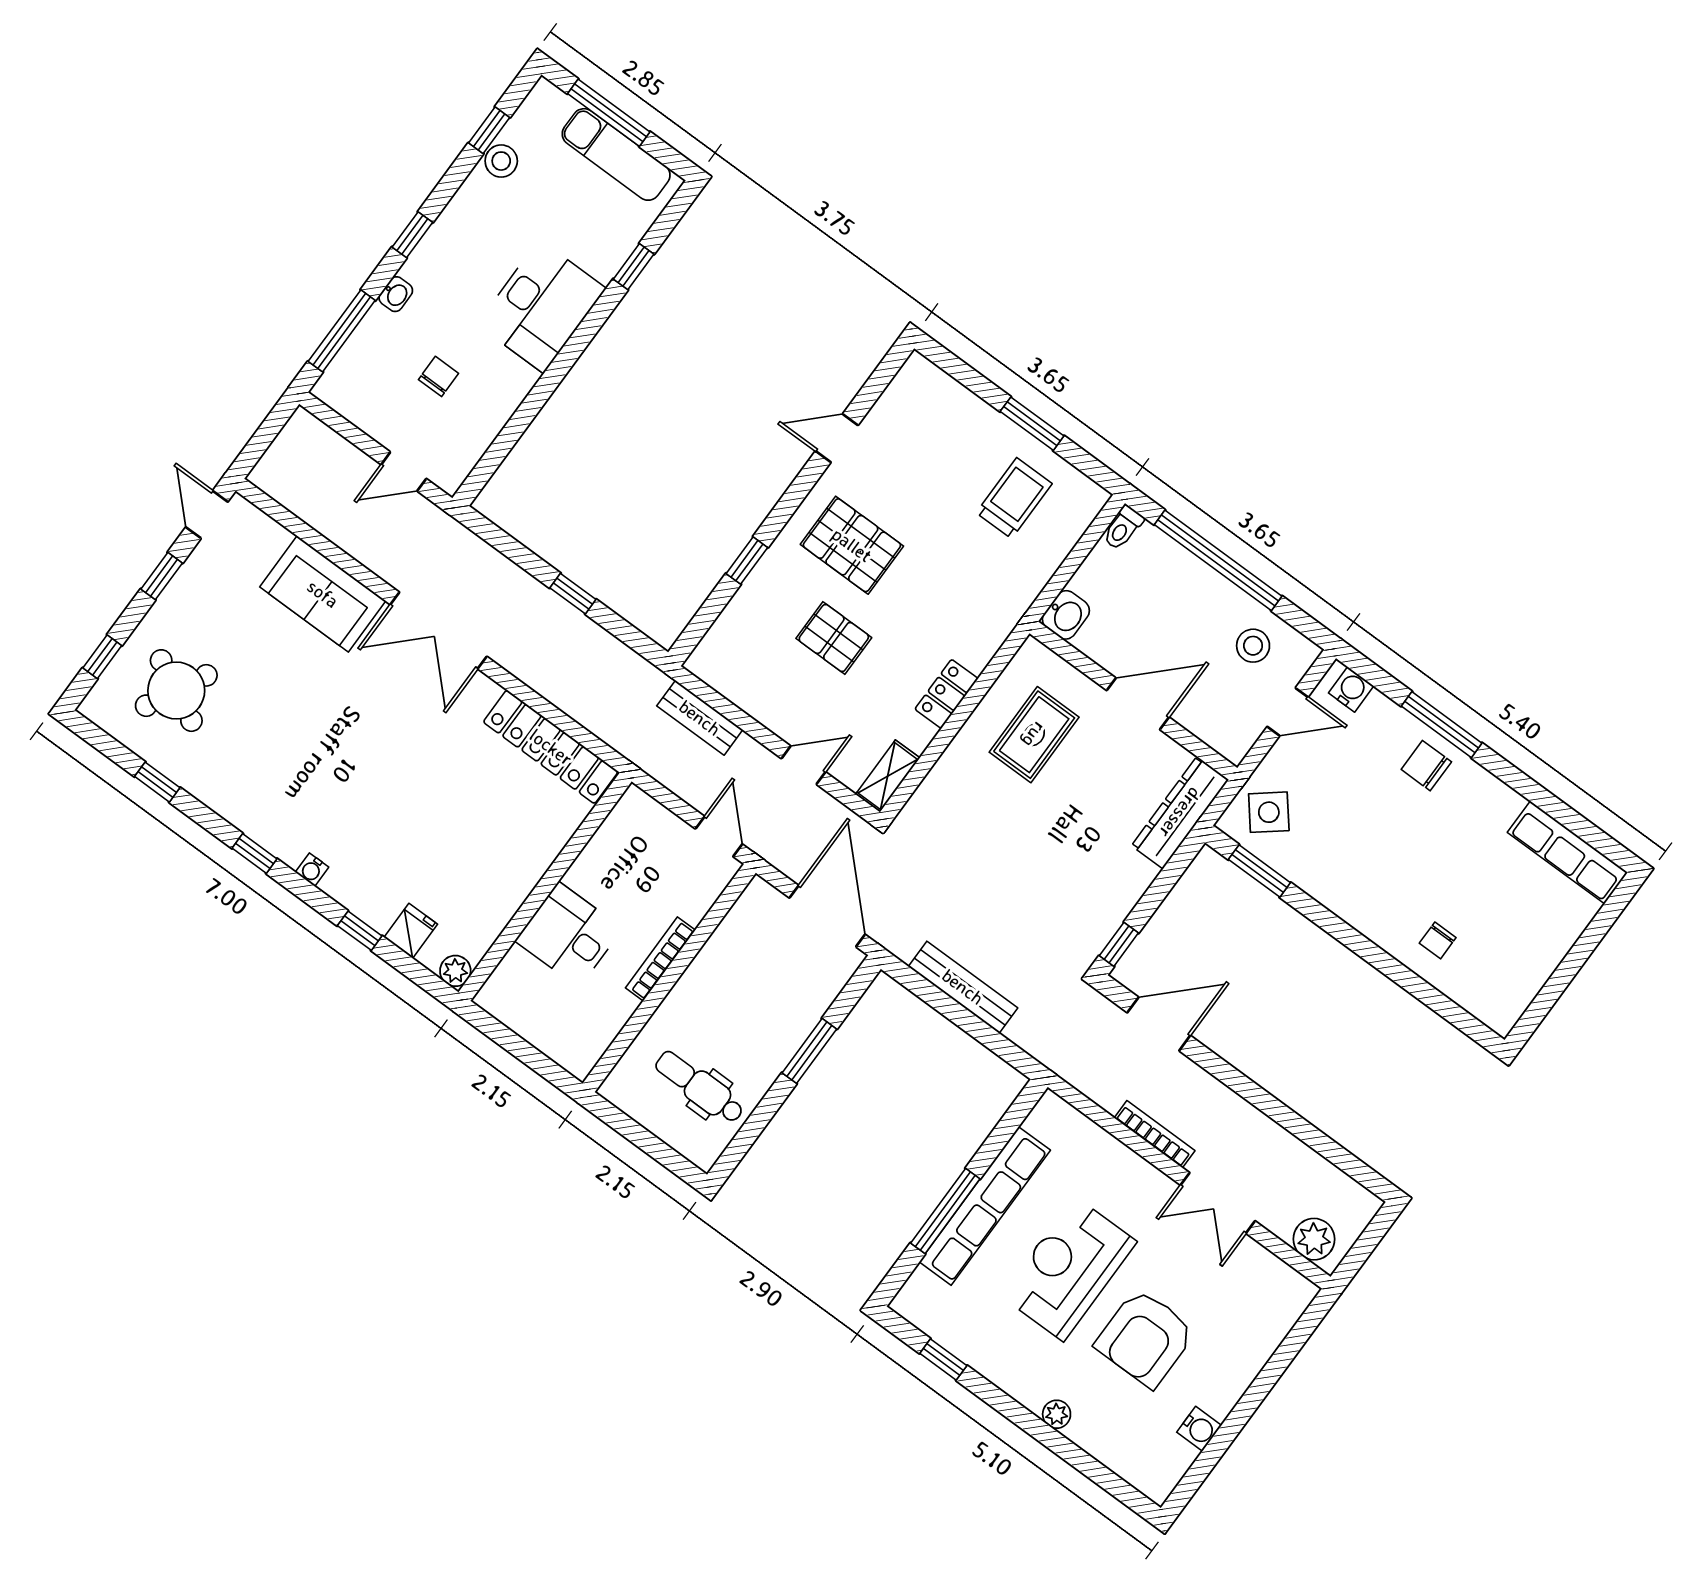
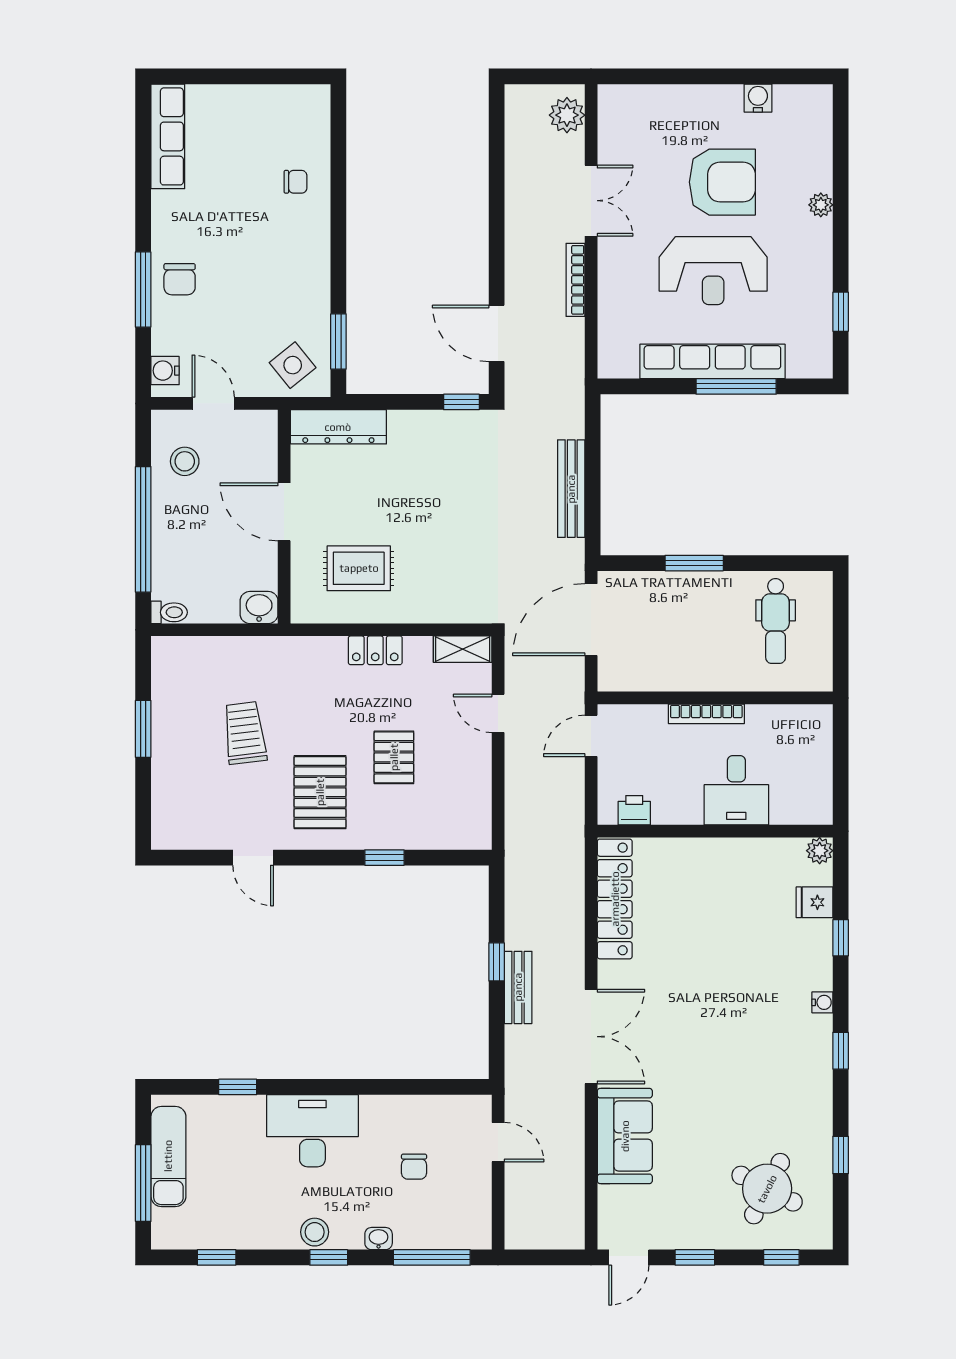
stool: (501, 161) -> (315, 1232), moved
chair: (439, 376) -> (414, 1167), turned -90
trolley: (1014, 498) -> (245, 733), moved, turned 83
bench: (700, 718) -> (518, 987), moved
printer: (620, 826) -> (634, 810), added

